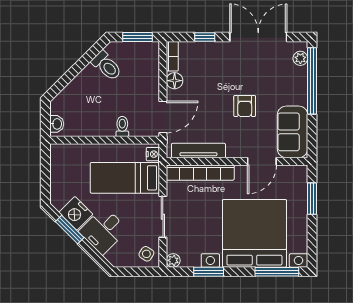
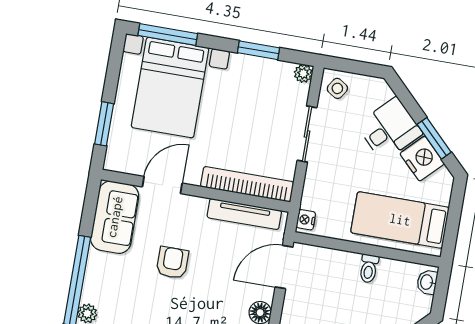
toilet: (122, 126) -> (369, 269), moved
bed: (125, 178) -> (400, 220), moved, turned 180
bed with nightstands: (254, 233) -> (170, 88), width x0.73

